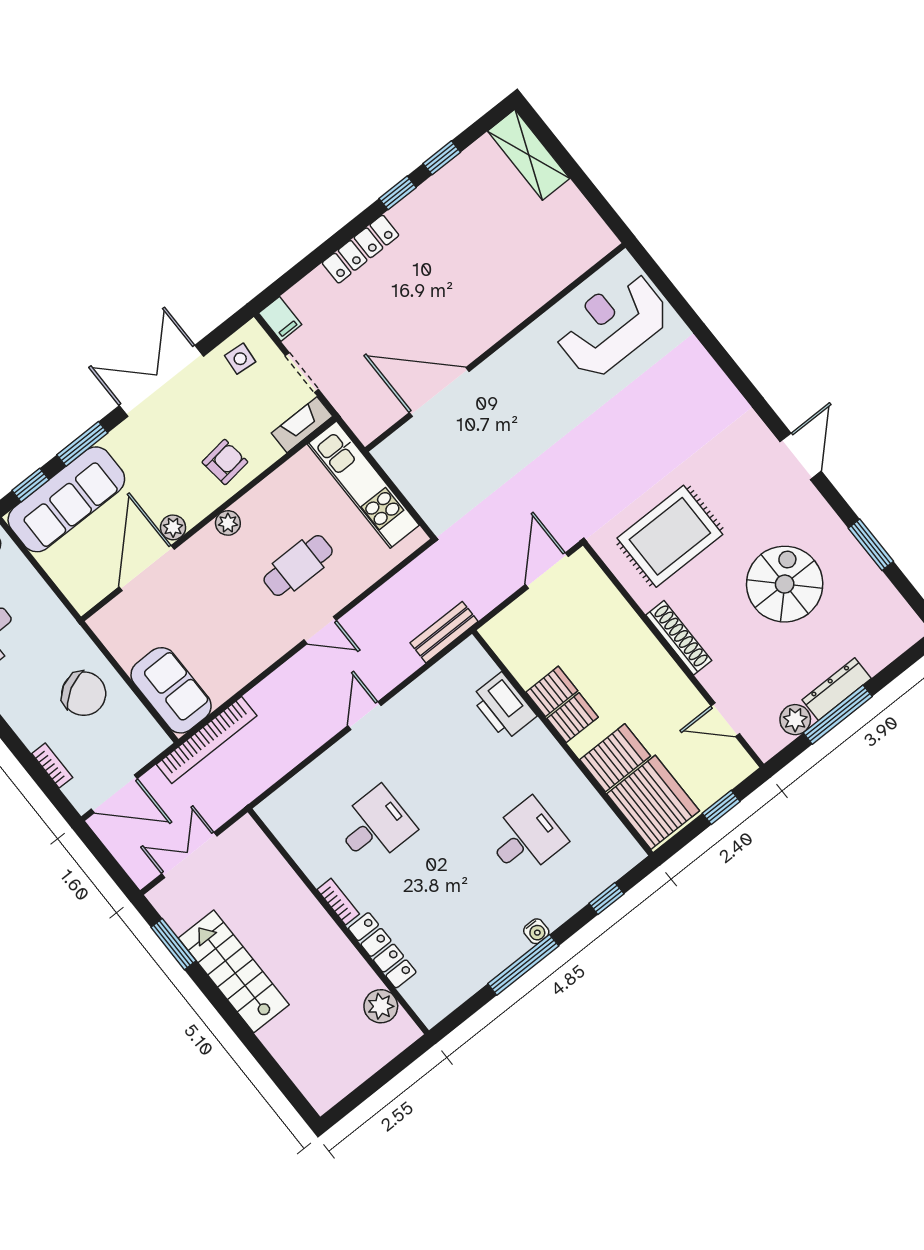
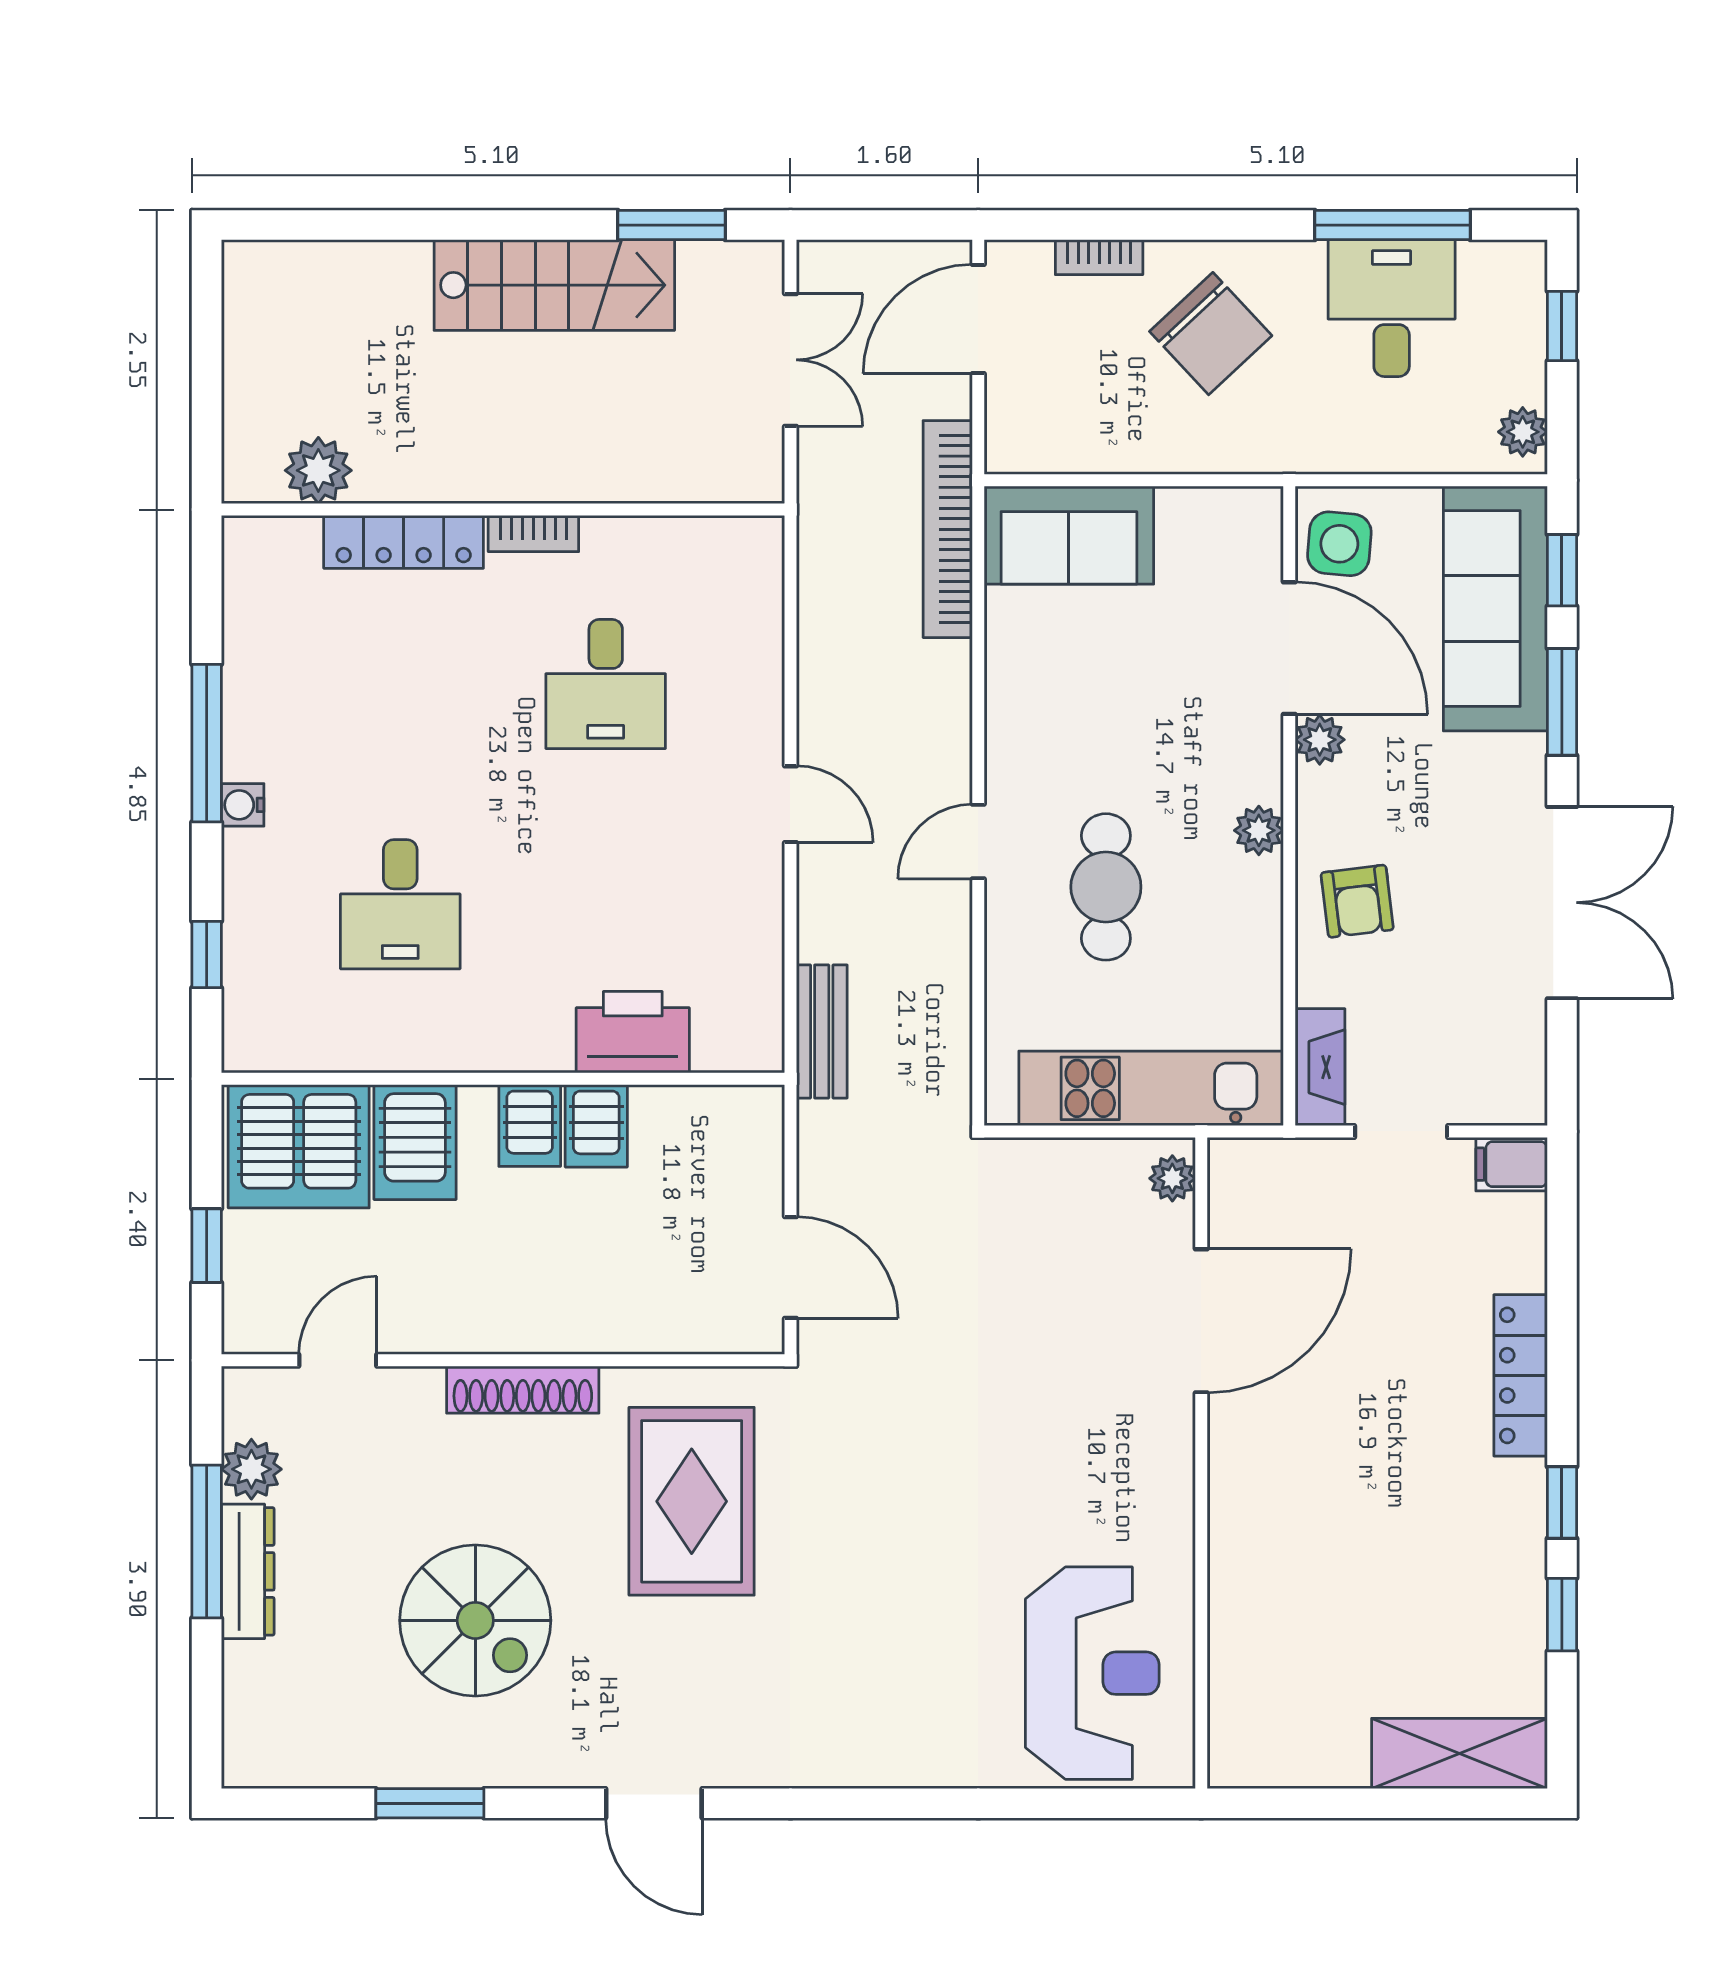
side table: (240, 359) -> (1339, 544), moved, width x1.37, depth x1.37
plant: (392, 448) -> (1172, 1178), added
chair: (84, 694) -> (1211, 334), moved, turned -104

